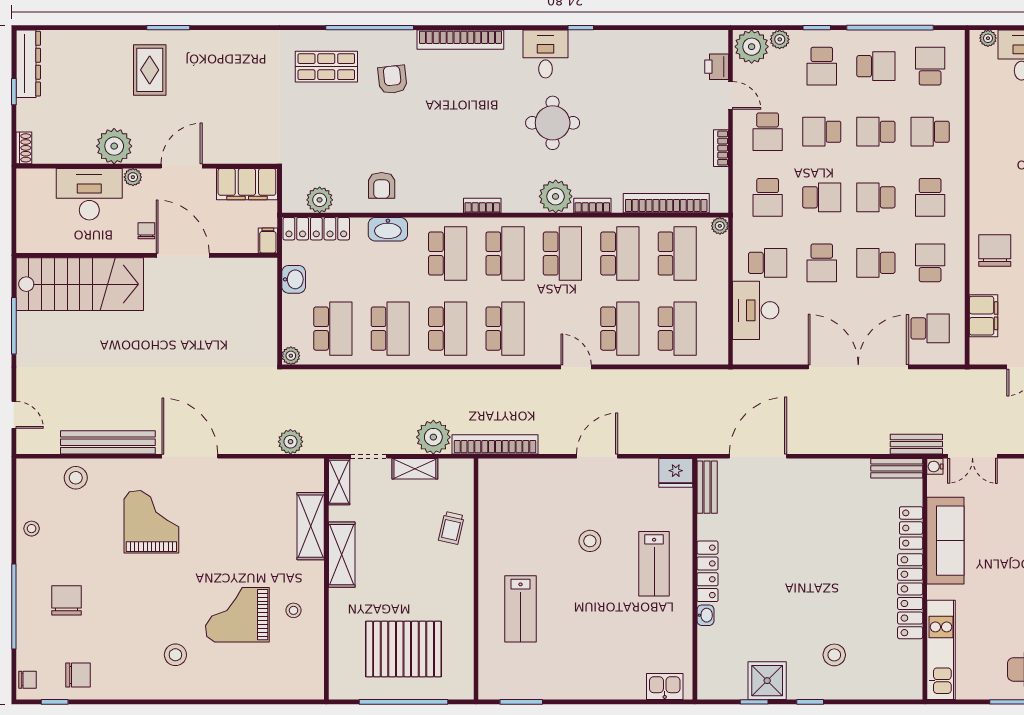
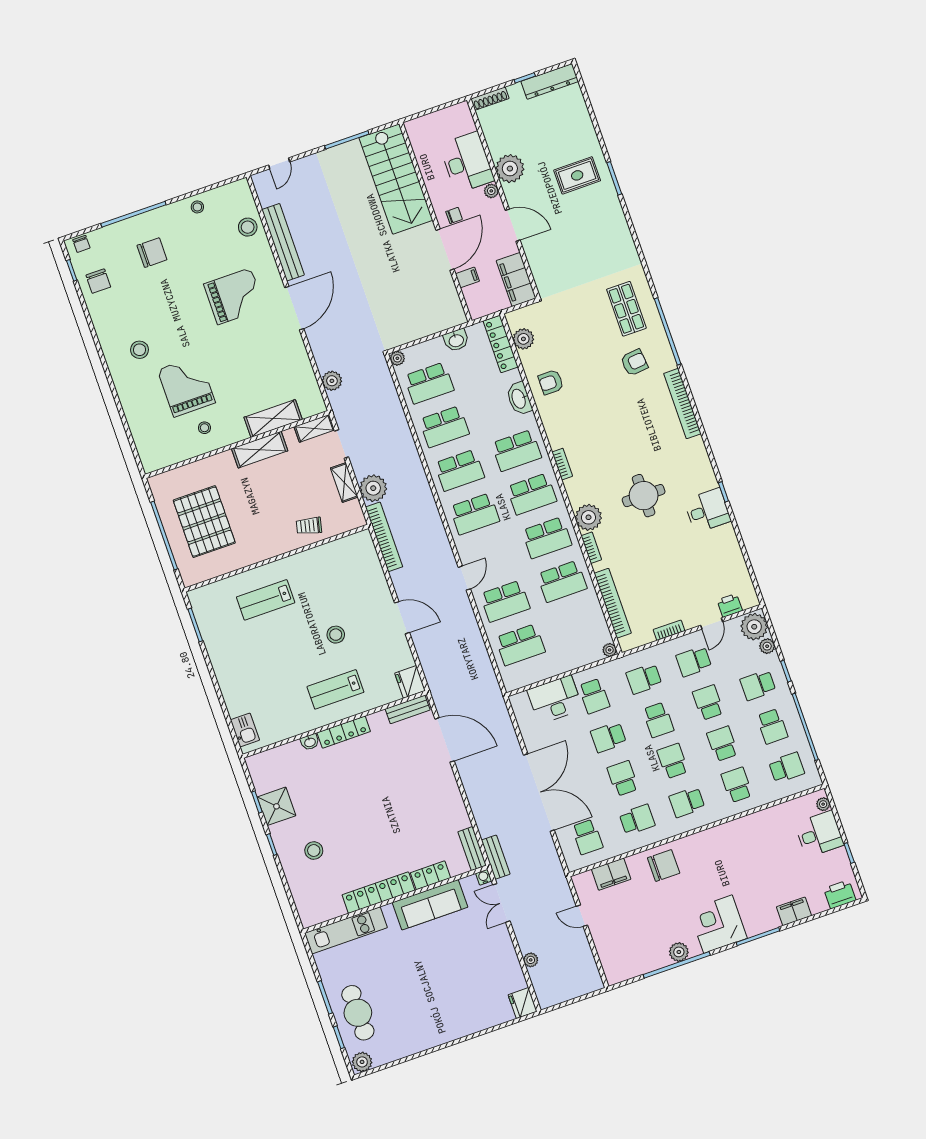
desk: (546, 54) -> (707, 510), moved
shoe rack: (24, 148) -> (490, 99), width x1.43
filing cabinet: (268, 240) -> (467, 277), moved
school desk: (677, 254) -> (577, 625), removed

